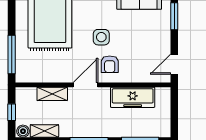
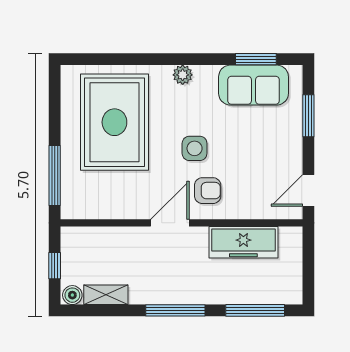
armchair: (110, 64) -> (208, 191), turned -90
shelving: (52, 94) -> (118, 237), removed

